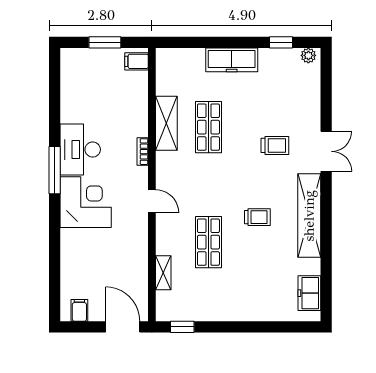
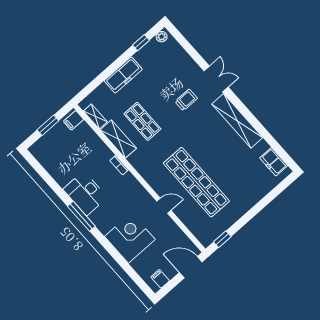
door: (152, 201) -> (164, 206), moved
corner desk: (86, 202) -> (130, 238), moved
trolley: (257, 217) -> (210, 146), removed
shop shelf: (208, 242) -> (196, 182), width x2.00, depth x1.36
shelving: (163, 273) -> (95, 116), moved

